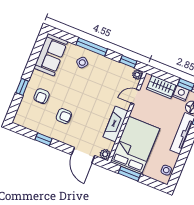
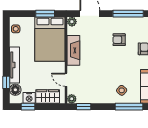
window: (92, 47) -> (129, 107), moved
door: (135, 97) -> (66, 80), swing flipped
window: (44, 139) -> (128, 14), width x2.17

